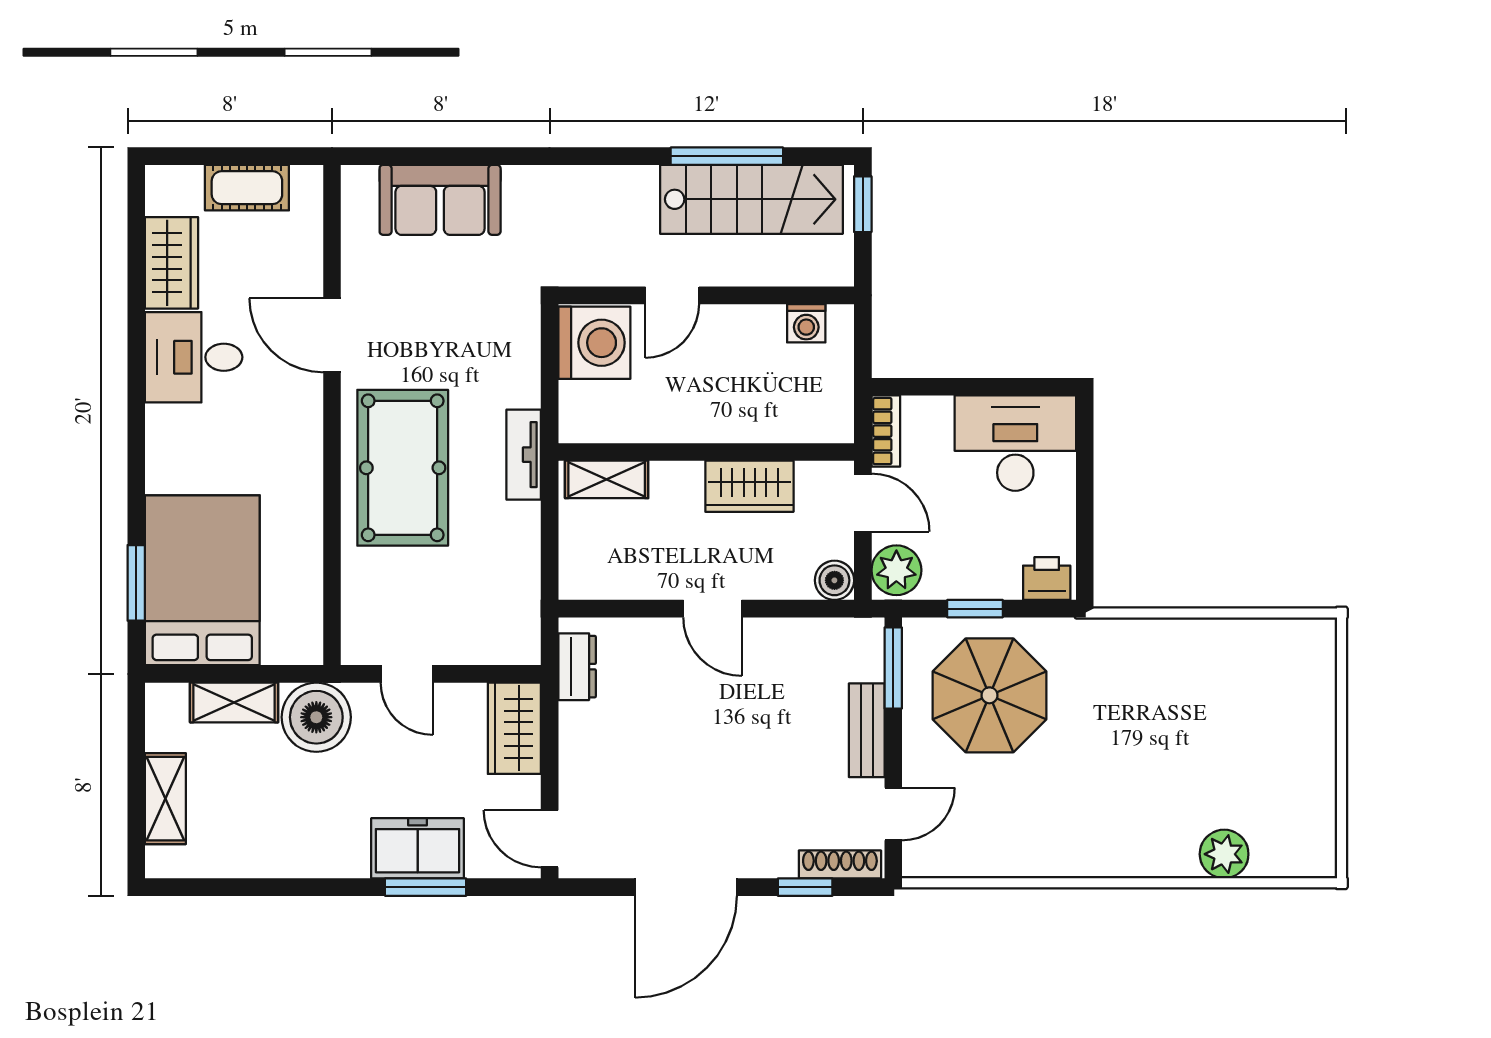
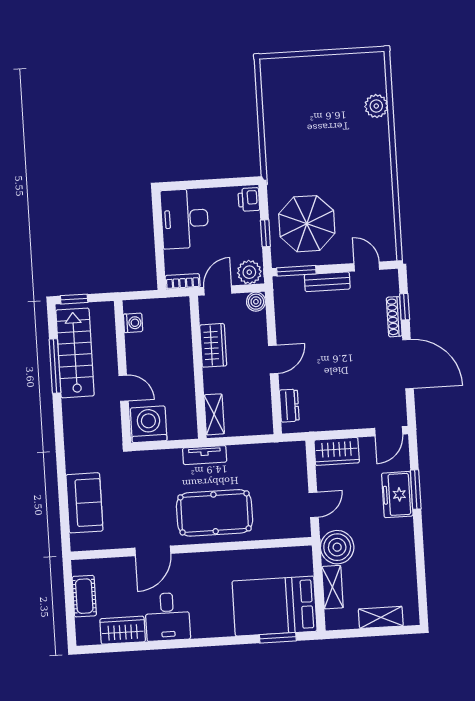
dresser: (577, 667) -> (289, 406), moved, turned 90
shoe rack: (840, 864) -> (394, 317), moved

